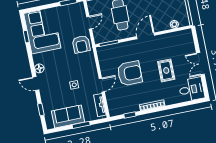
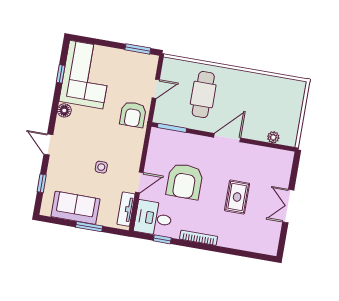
floor lamp: (39, 68) -> (64, 110), moved
armchair: (130, 73) -> (185, 181), turned 90
desk: (192, 89) -> (153, 218), moved, turned 180

